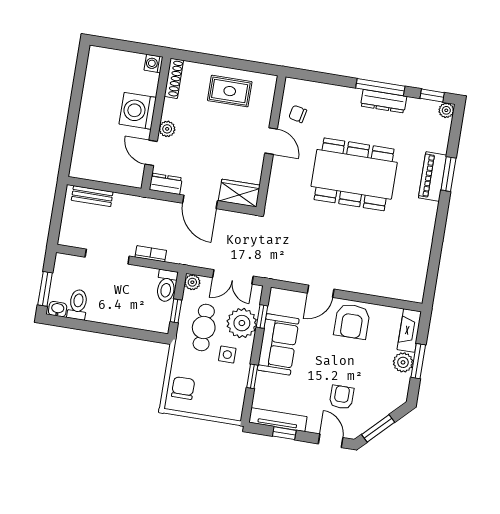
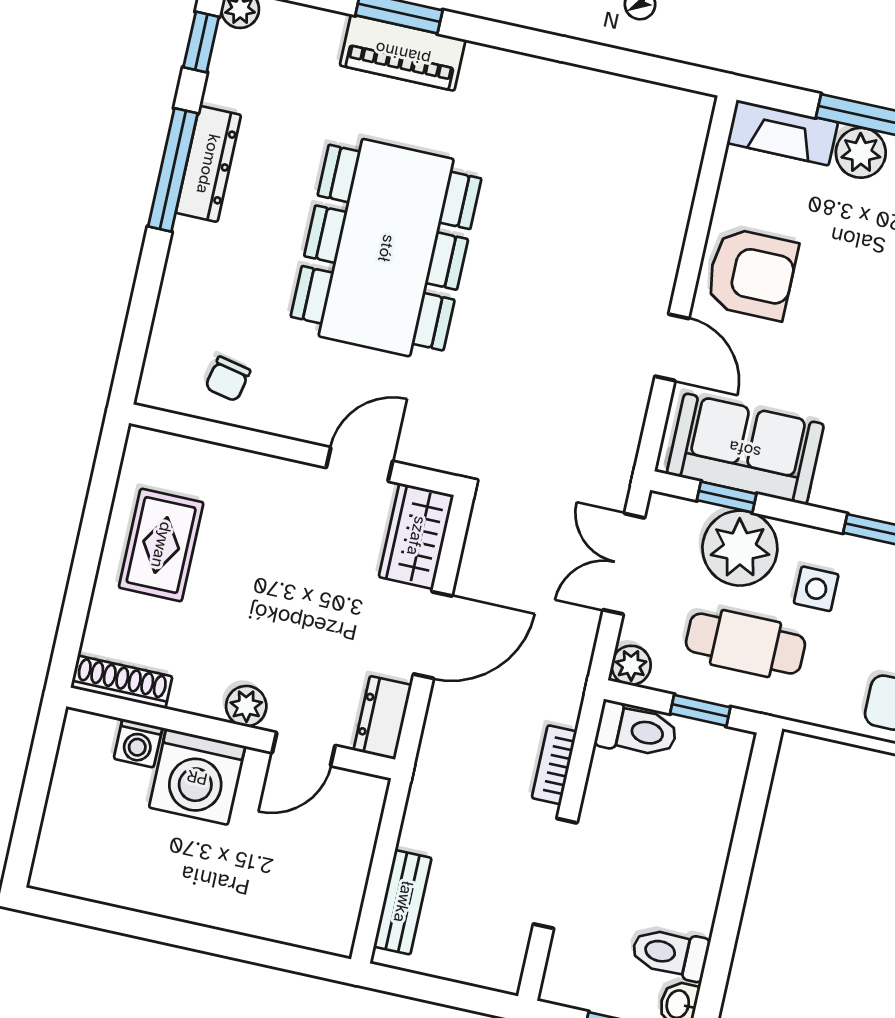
washing machine: (153, 64) -> (138, 743), moved
door: (271, 141) -> (359, 464), moved
double door: (233, 277) -> (624, 564), swing flipped
sofa: (278, 344) -> (745, 449), moved

